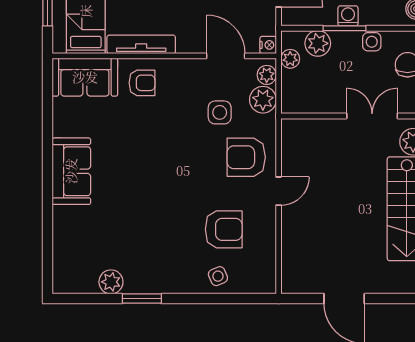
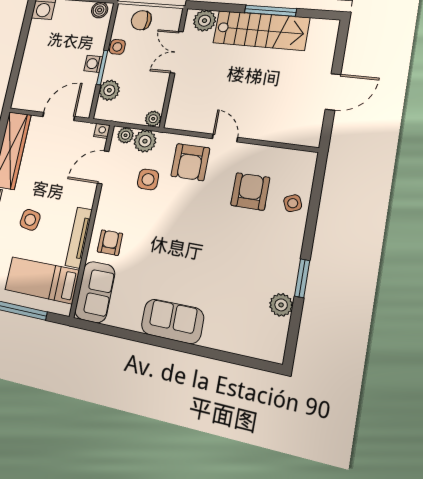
plant: (290, 59) -> (153, 119), moved

